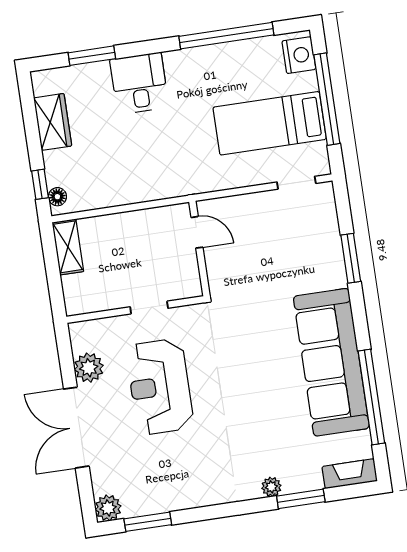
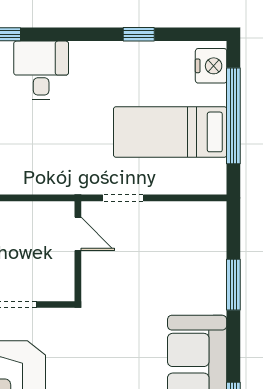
window: (226, 36) -> (139, 34), width x0.32
doorway: (296, 183) -> (123, 198), moved

